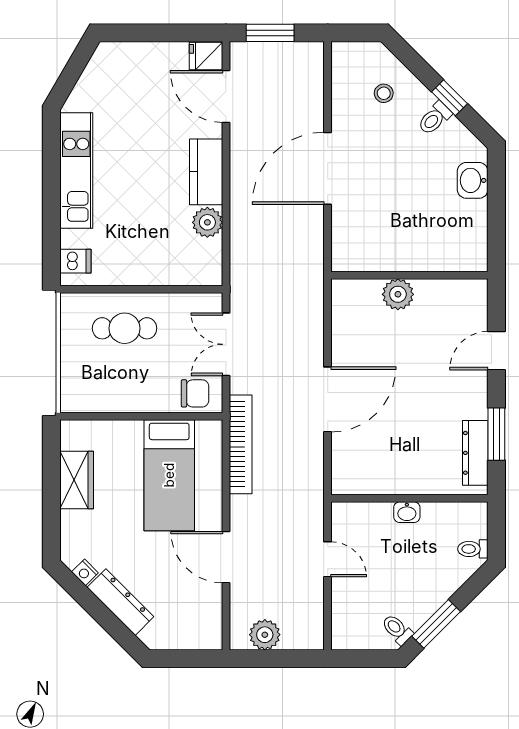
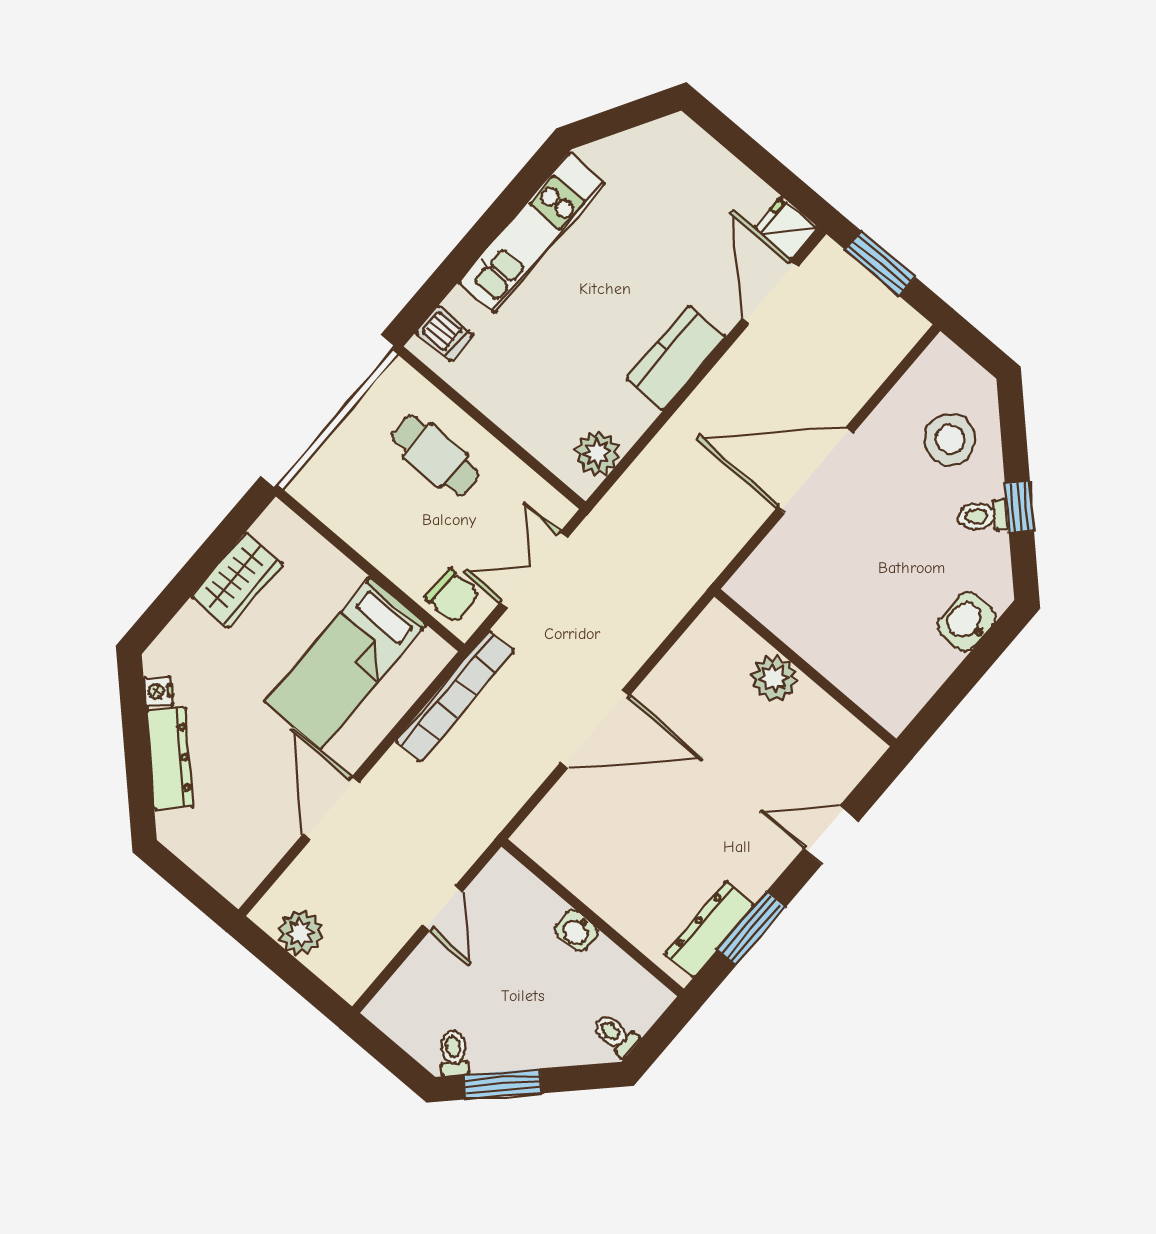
stool: (384, 93) -> (950, 439), width x1.89, depth x1.89
plant: (207, 222) -> (597, 453), moved

